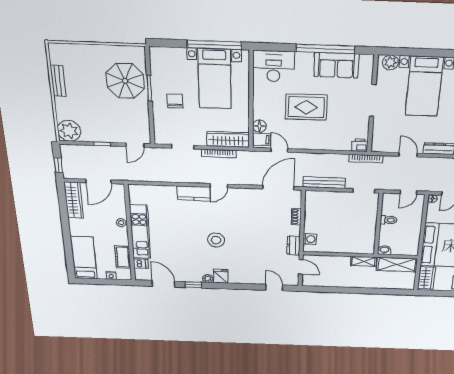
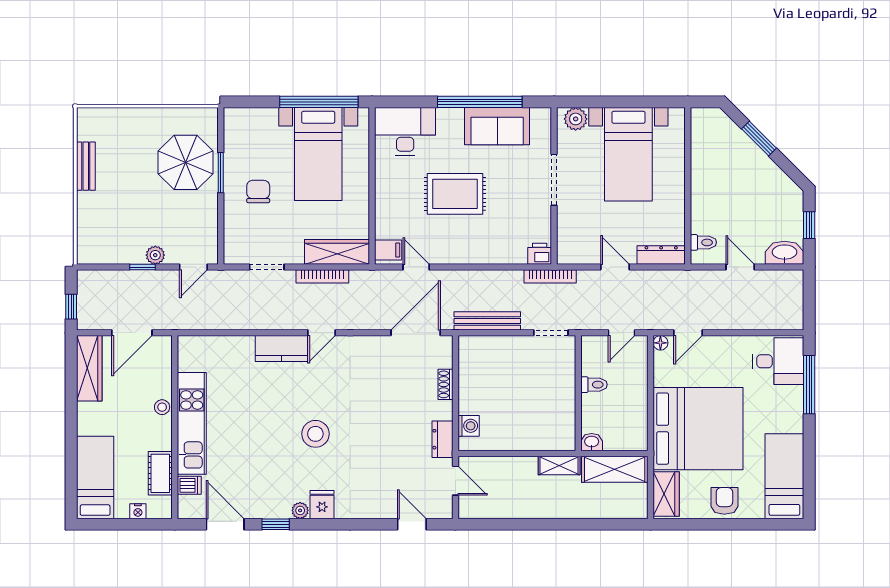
floor lamp: (259, 126) -> (385, 228), removed
plant: (69, 131) -> (155, 255), moved, width x0.53, depth x0.53

